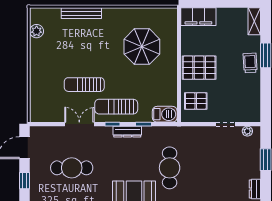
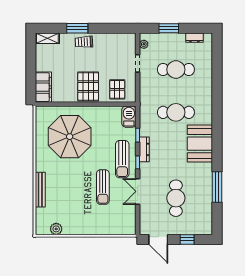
parasol: (142, 47) -> (70, 137), width x1.36, depth x1.36
cafe table: (218, 168) -> (176, 70), added

